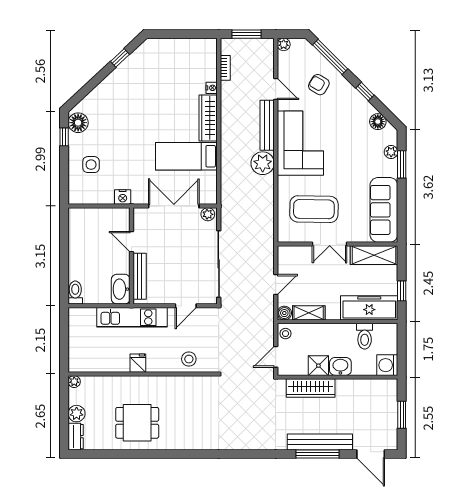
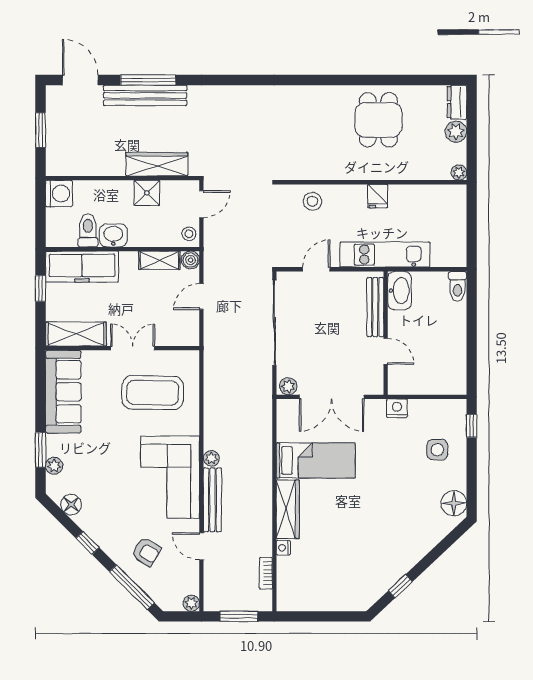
window: (64, 137) -> (472, 426), moved
plant: (263, 163) -> (211, 458), width x0.53, depth x0.53
washbasin: (340, 366) -> (113, 235), moved, turned 180
dining table: (137, 423) -> (378, 120), turned 90

